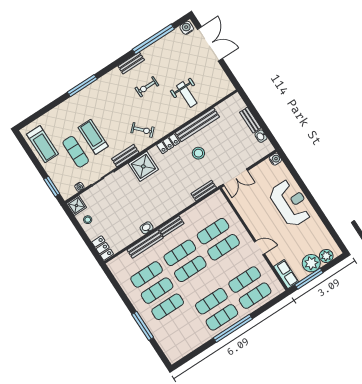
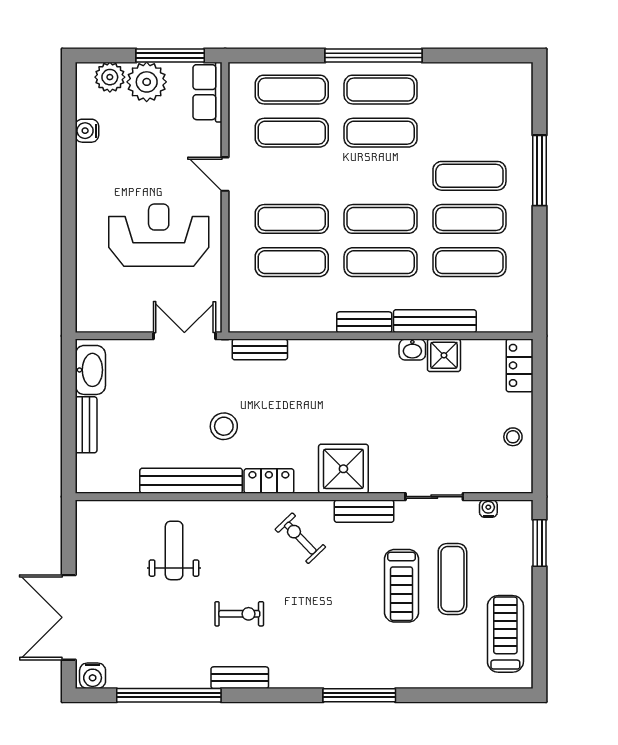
washbasin: (261, 136) -> (90, 370), width x1.91, depth x1.45
water cooler: (275, 159) -> (87, 131), moved
reception desk: (291, 203) -> (159, 235), moved, turned 90
shower: (76, 206) -> (444, 355), moved

